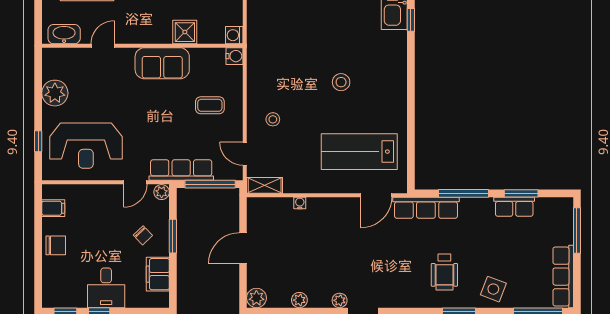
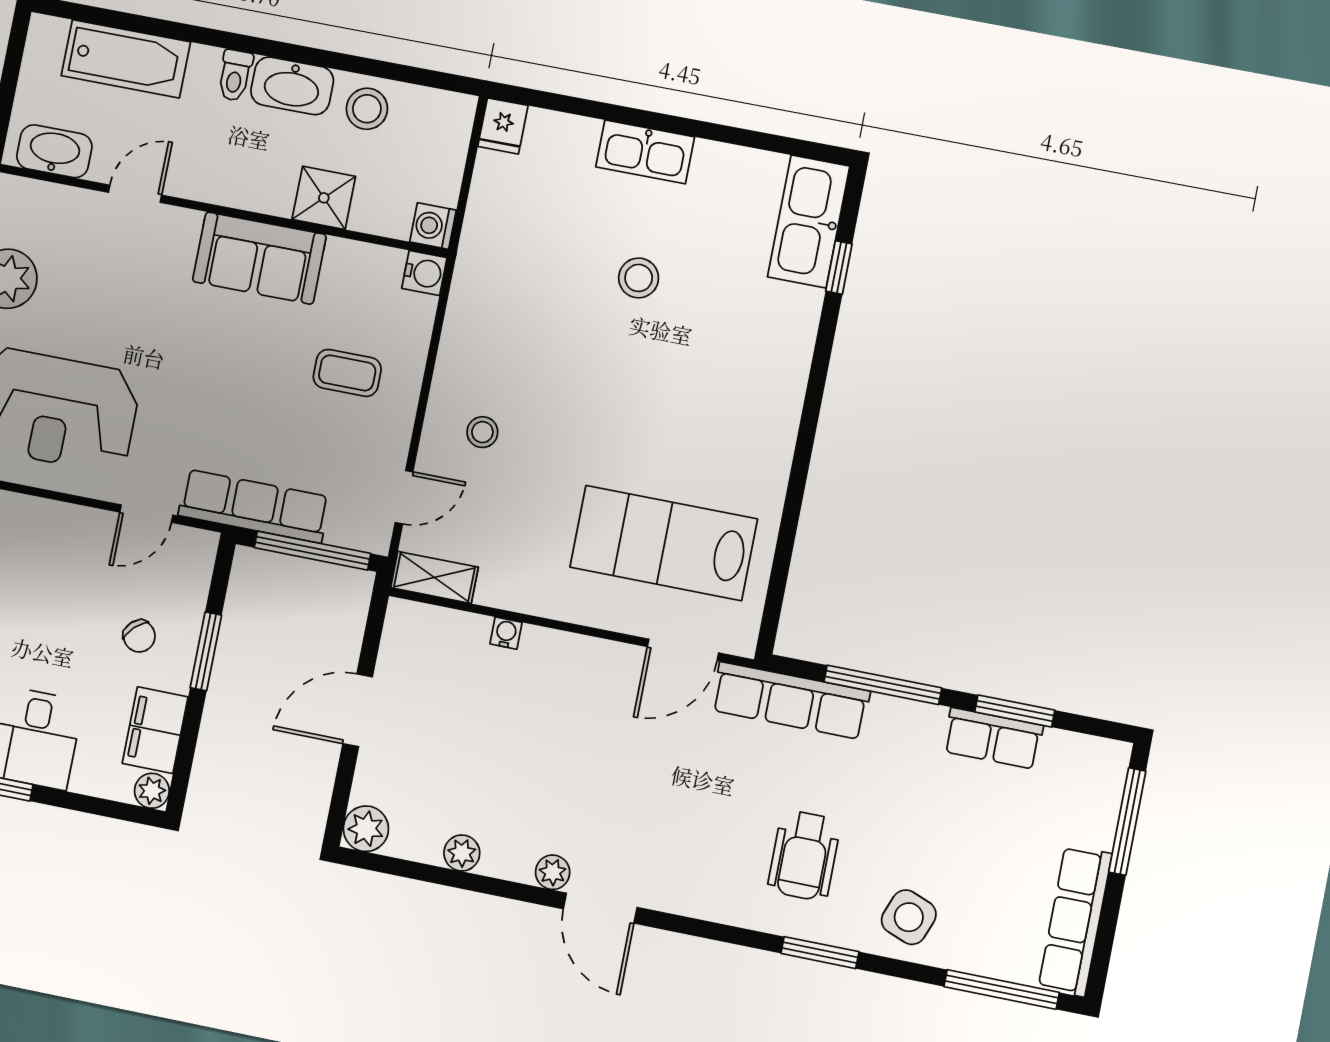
stool: (341, 82) -> (639, 278), moved
door: (245, 154) -> (404, 497), swing flipped
plant: (162, 192) -> (152, 791), moved

